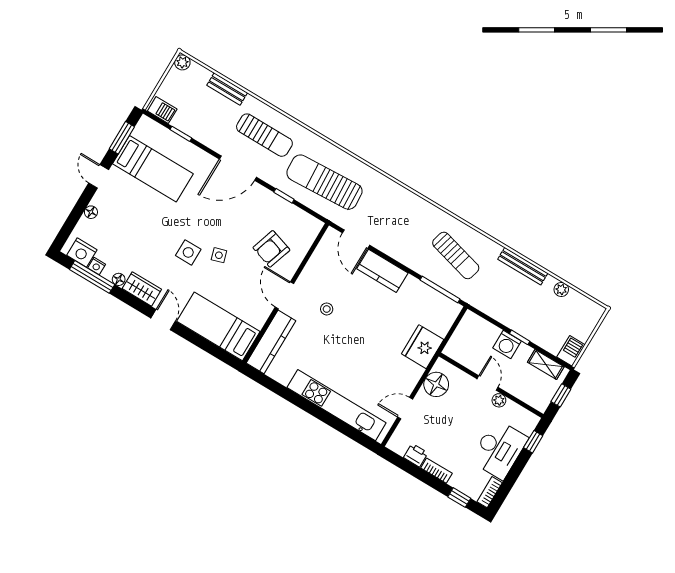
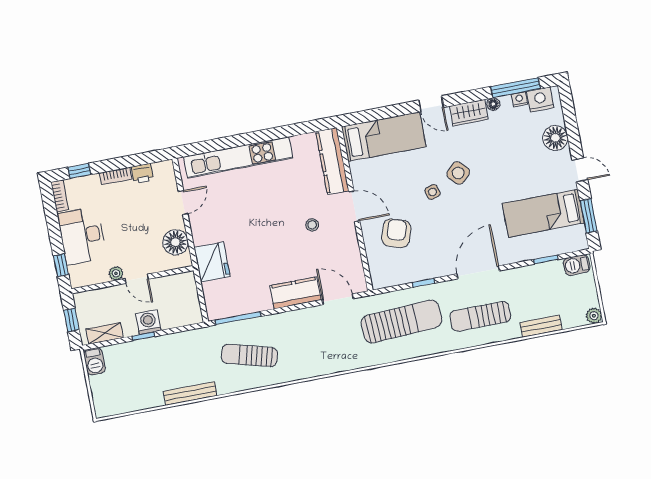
floor lamp: (91, 212) -> (555, 138), width x1.89, depth x1.89
side table: (188, 252) -> (458, 173), turned 45
plant: (561, 289) -> (144, 402), removed

